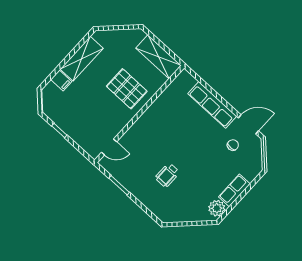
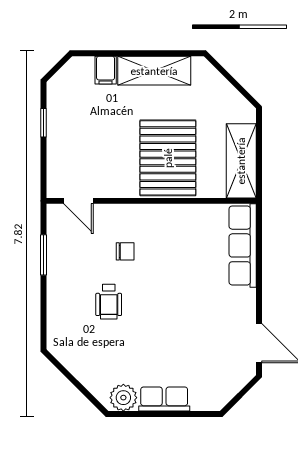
pallet: (127, 89) -> (168, 158), width x1.37, depth x1.41
row of seats: (212, 105) -> (243, 245), moved
chair: (233, 145) -> (125, 251), moved
wheelchair: (167, 175) -> (109, 302), turned -90

